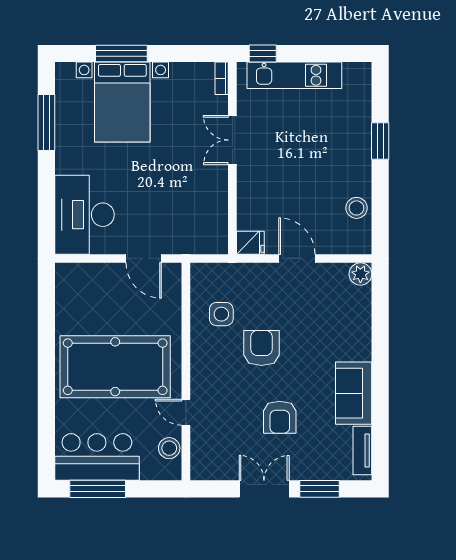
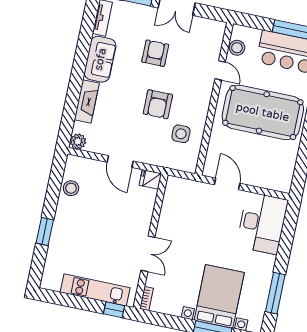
fireplace: (360, 331) -> (87, 101), added

